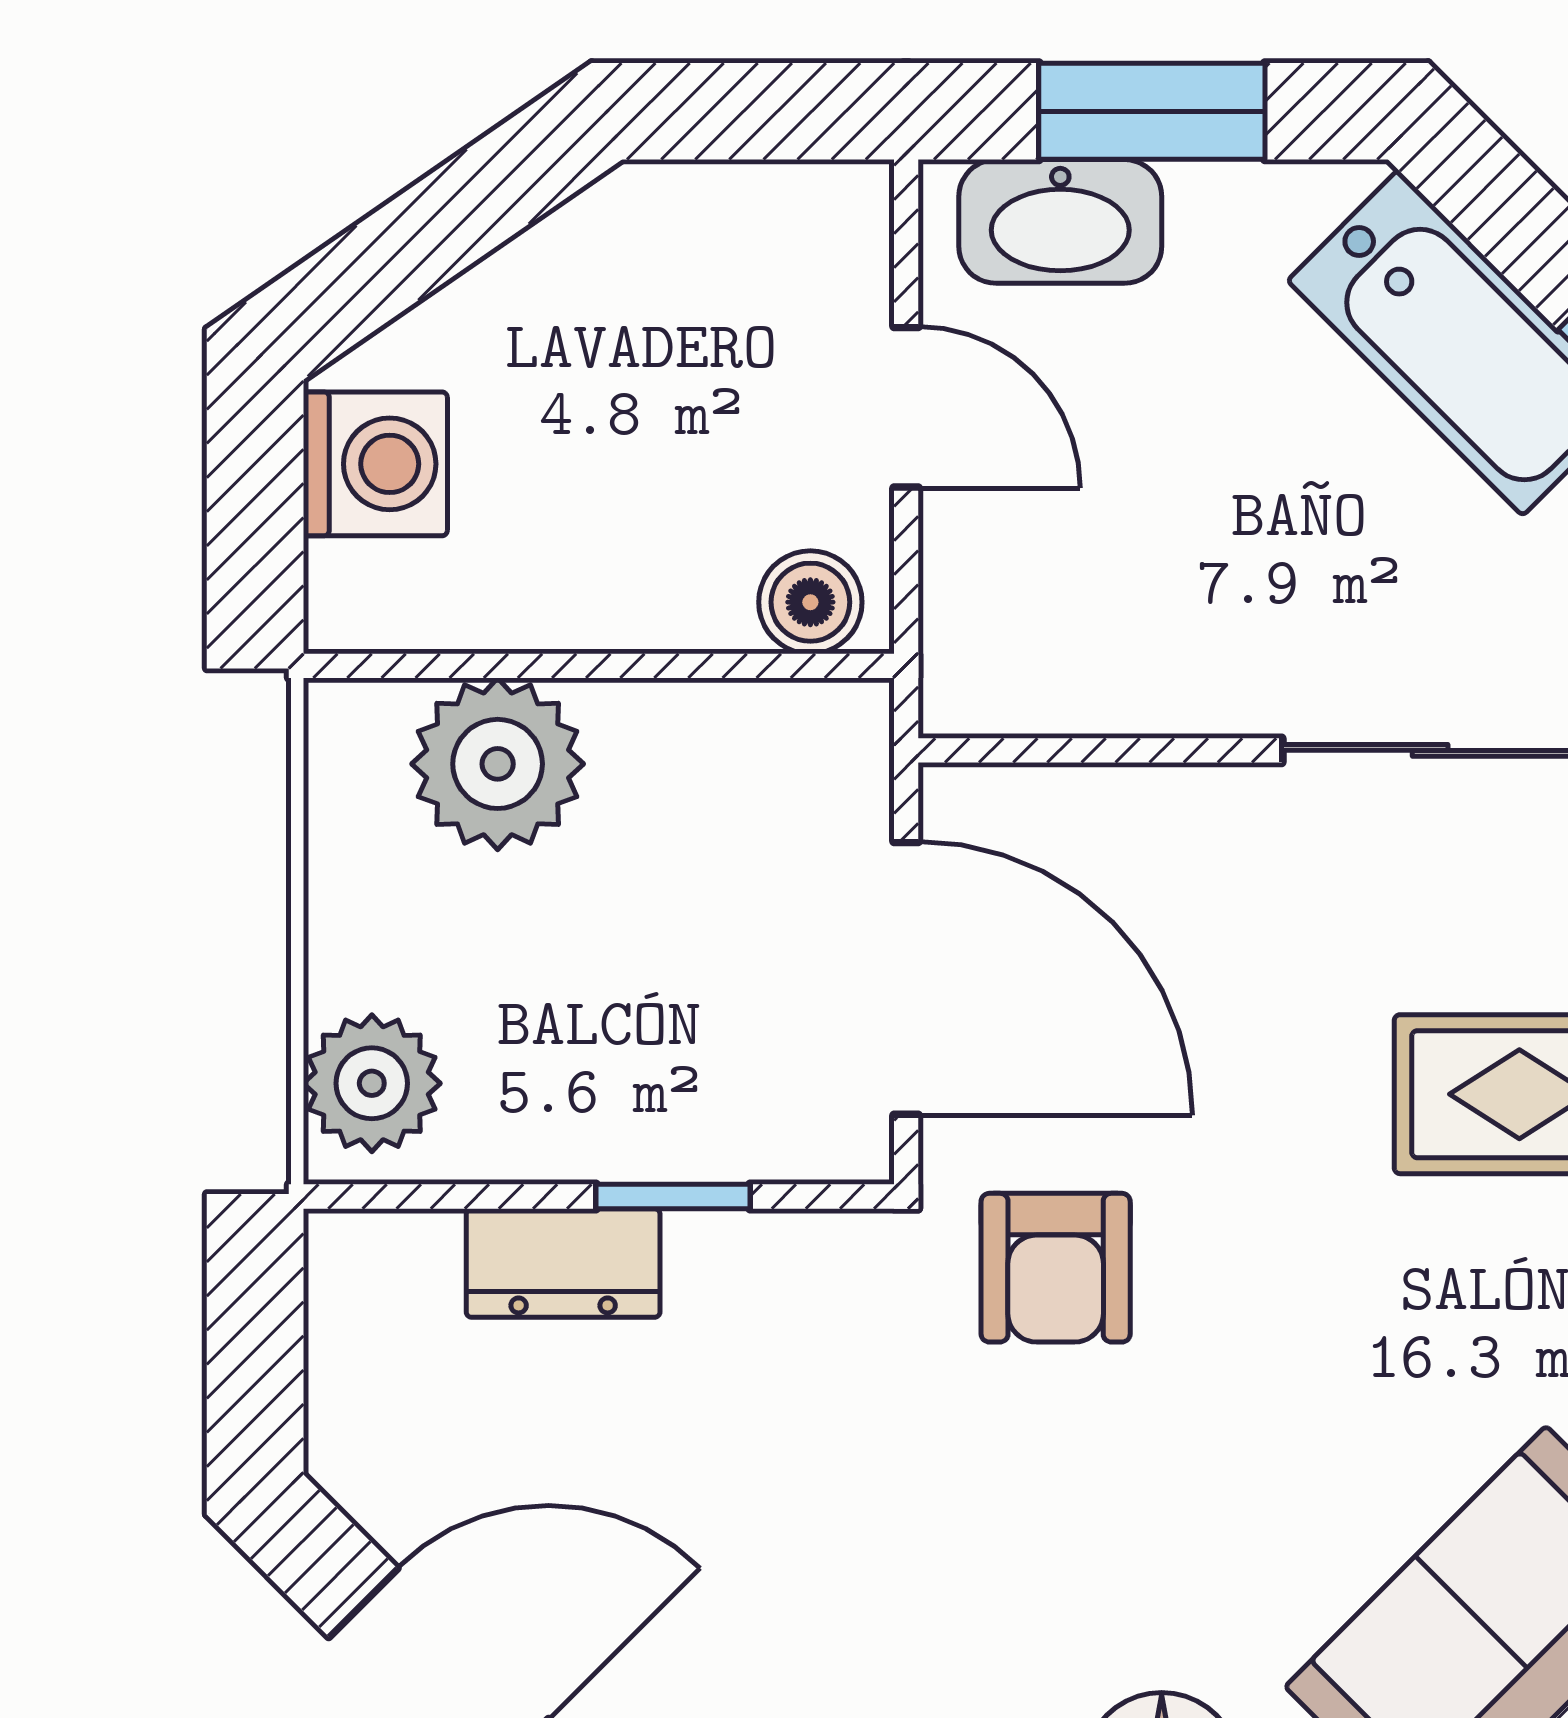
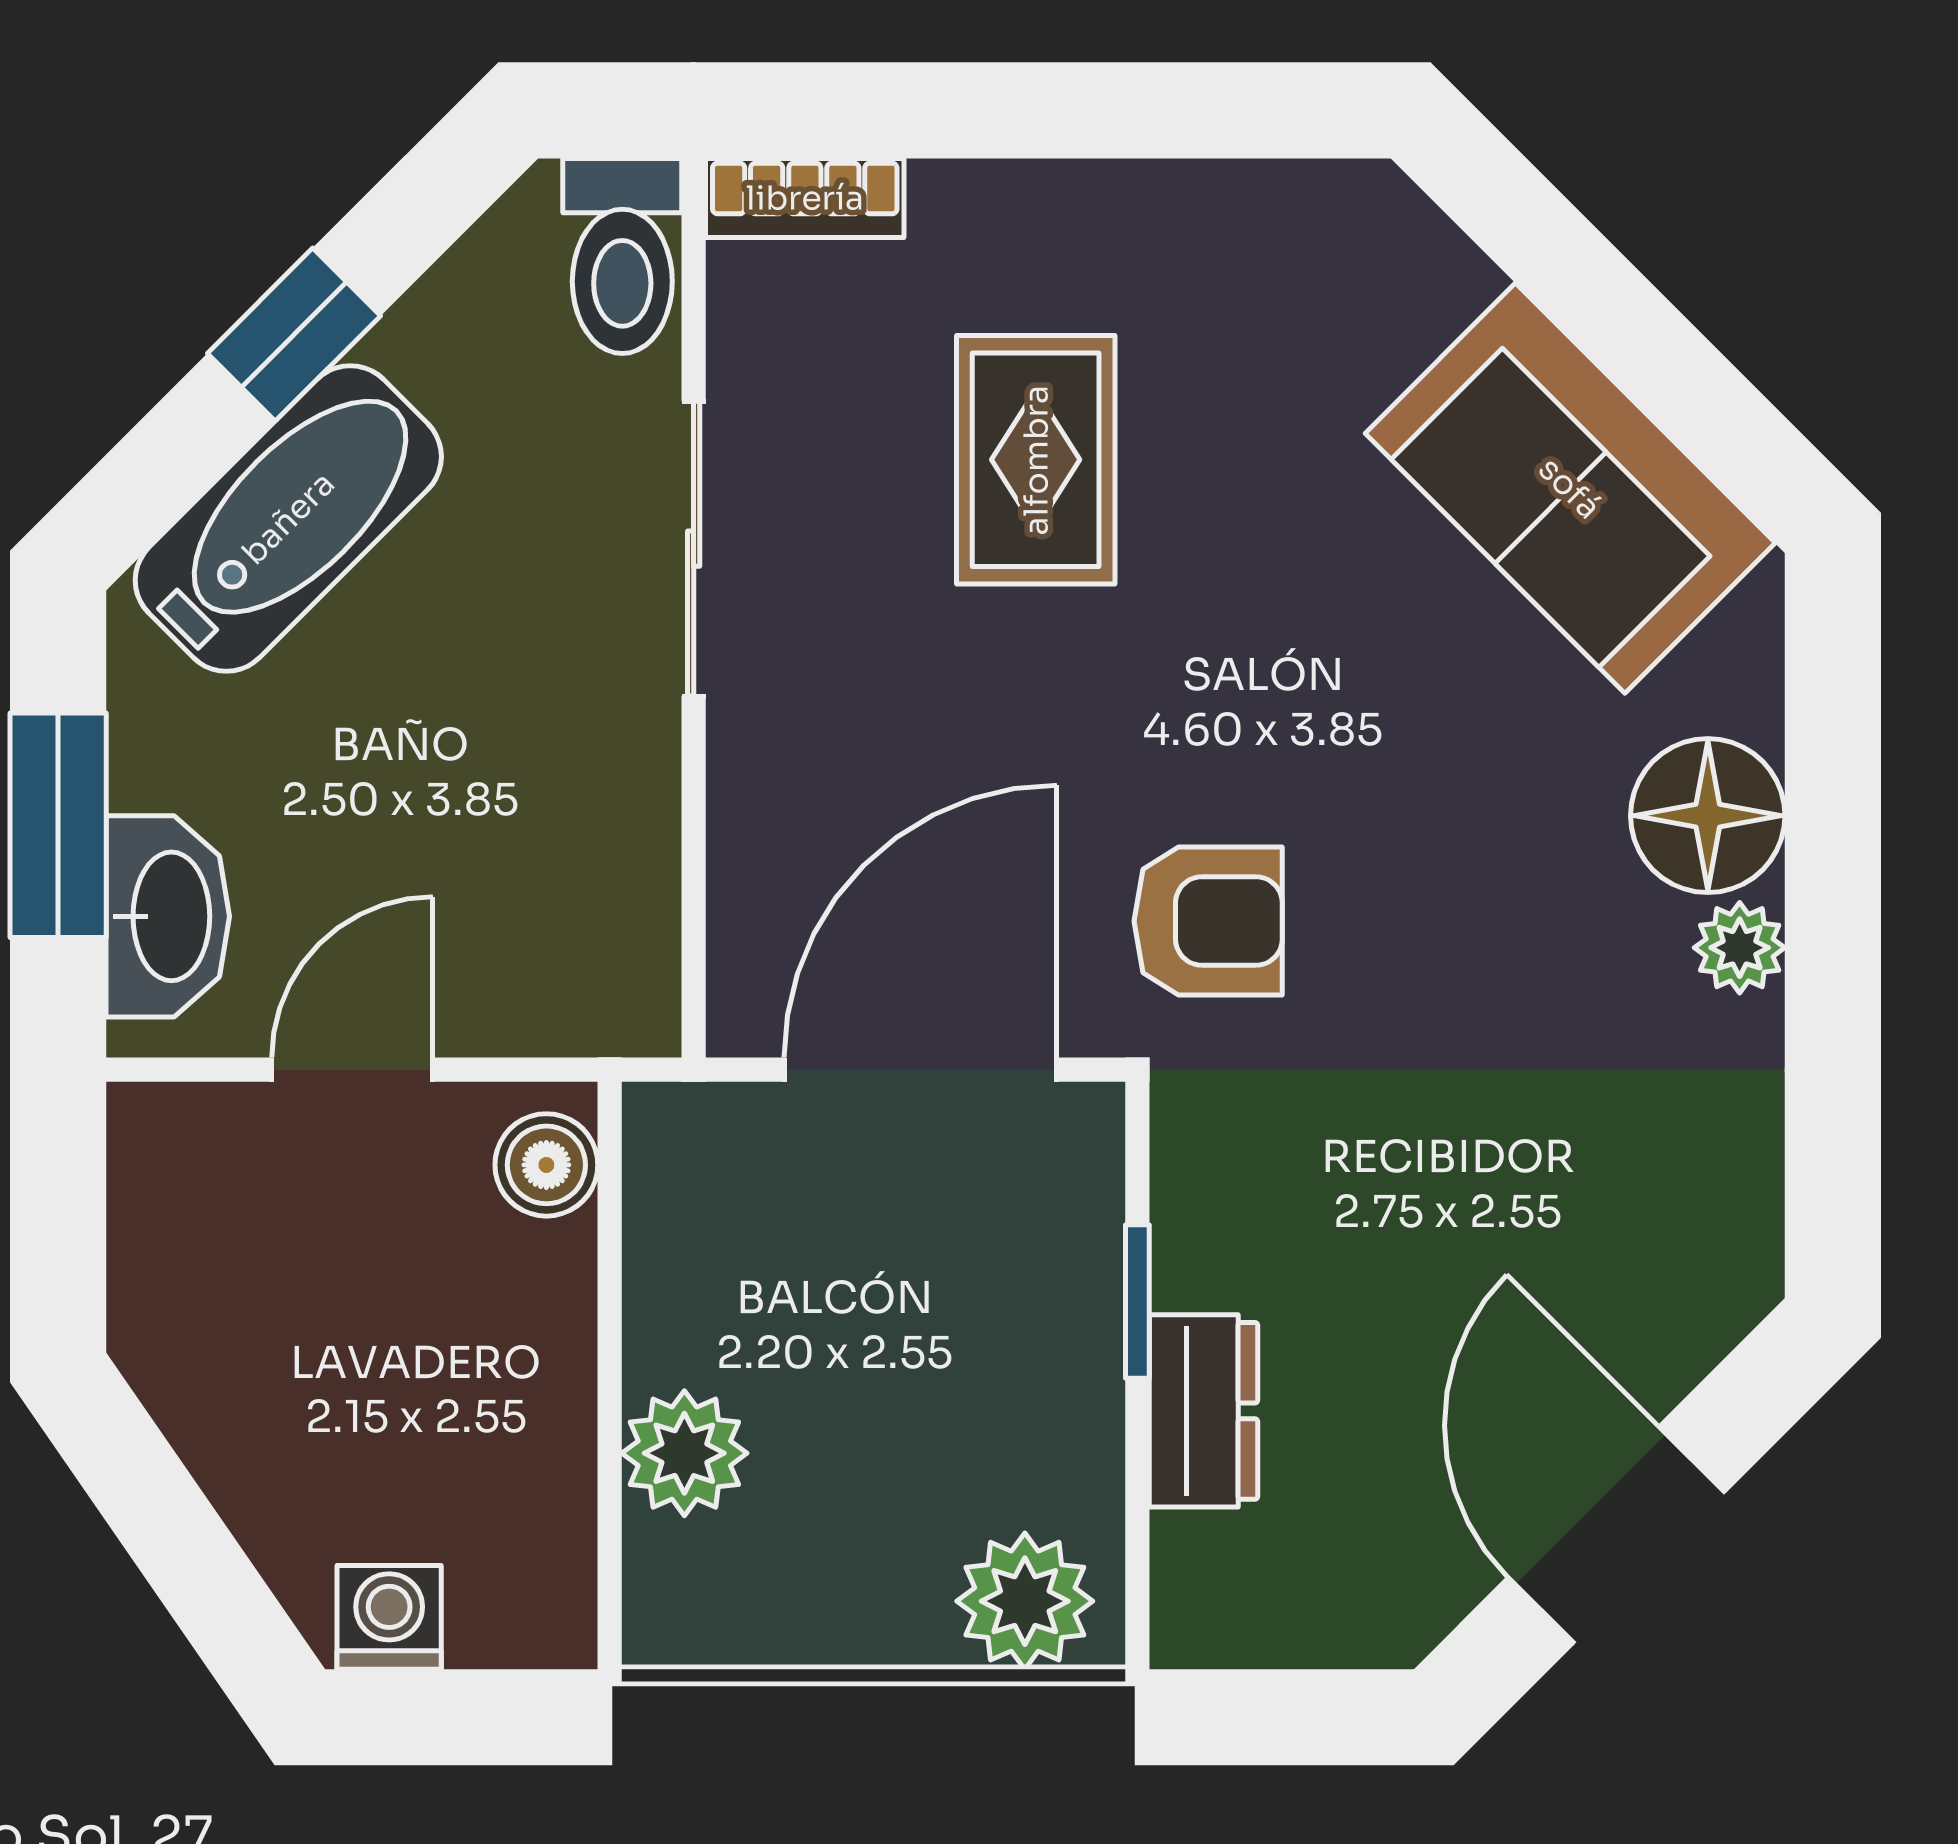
washing machine: (375, 464) -> (389, 1617), width x0.73, depth x0.73
plant: (498, 764) -> (684, 1453), width x0.73, depth x0.73

